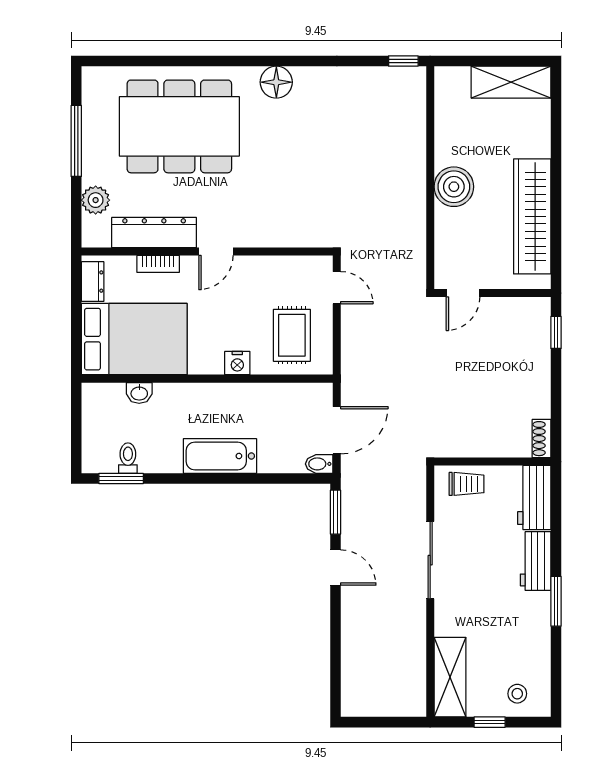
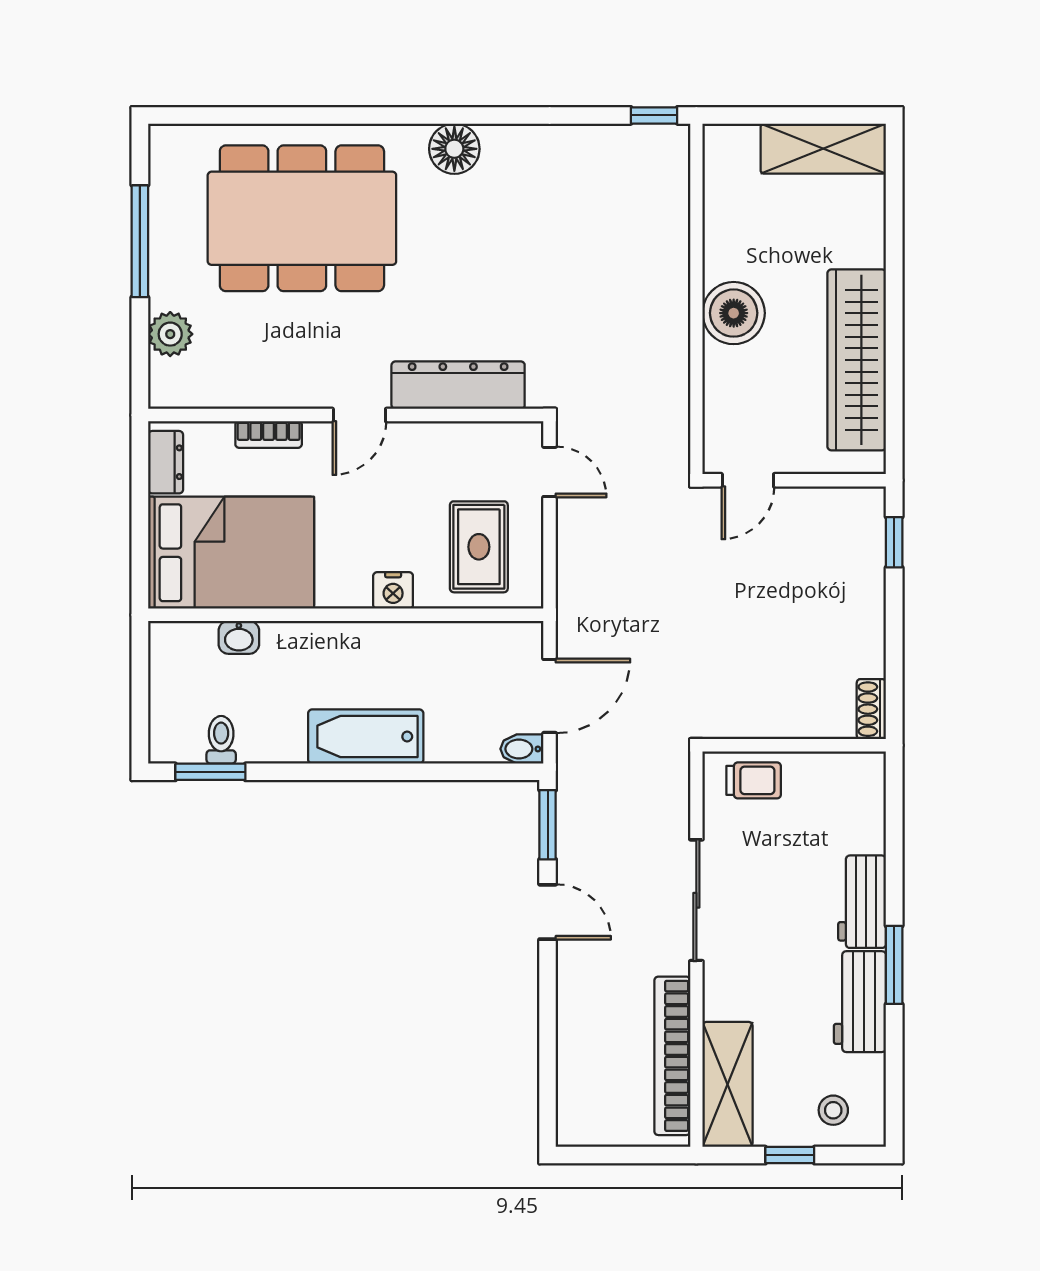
dresser: (154, 233) -> (458, 385), moved
workbench: (534, 498) -> (860, 1002), moved
bookcase: (415, 659) -> (672, 1056), added

